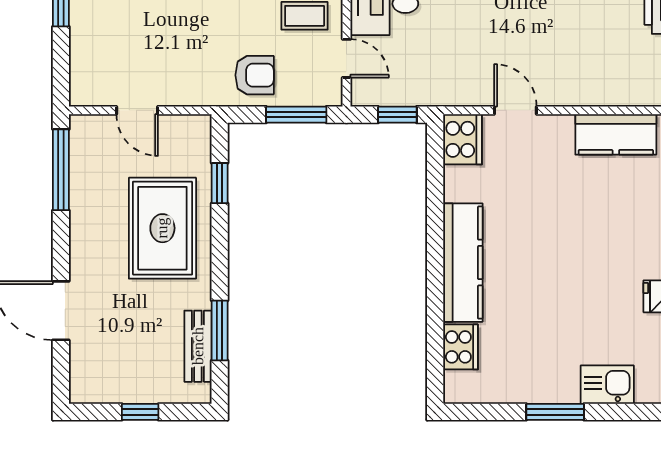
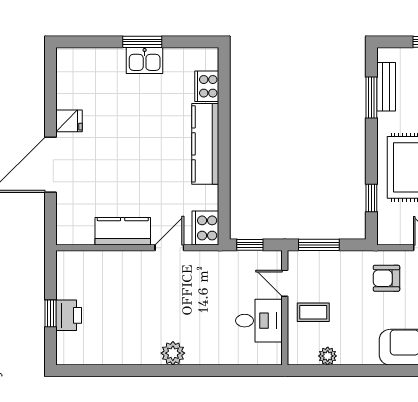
armchair: (255, 75) -> (386, 278), moved
door: (515, 110) -> (169, 248), swing flipped
kitchen counter: (616, 134) -> (123, 231), moved
kitchen sink: (607, 385) -> (145, 61), moved

